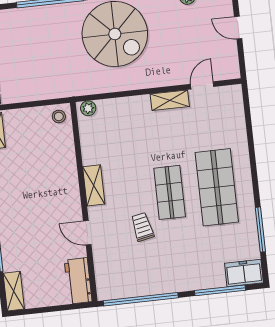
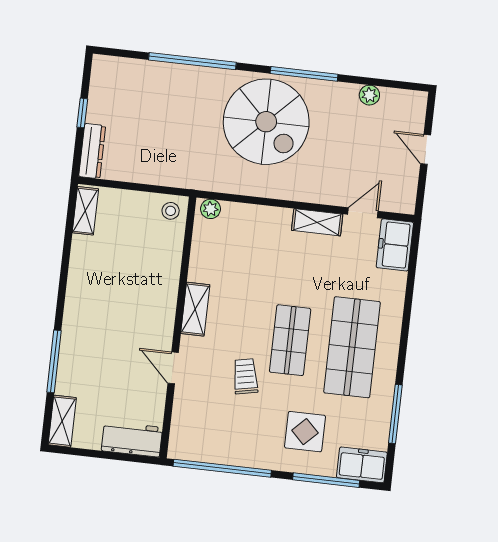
freezer: (231, 104) -> (395, 245), added
display table: (196, 258) -> (305, 432), added
workbench: (78, 281) -> (132, 439), moved, turned 90

